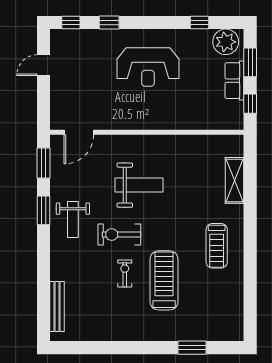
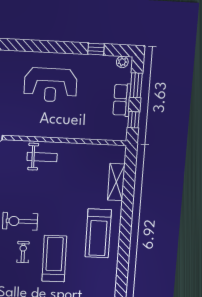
window: (109, 23) -> (19, 45), removed
plant: (226, 42) -> (122, 62), width x0.53, depth x0.53
weight bench: (139, 185) -> (42, 157), moved, width x0.73, depth x0.75
treadmill: (217, 246) -> (98, 233), width x1.37, depth x1.38

